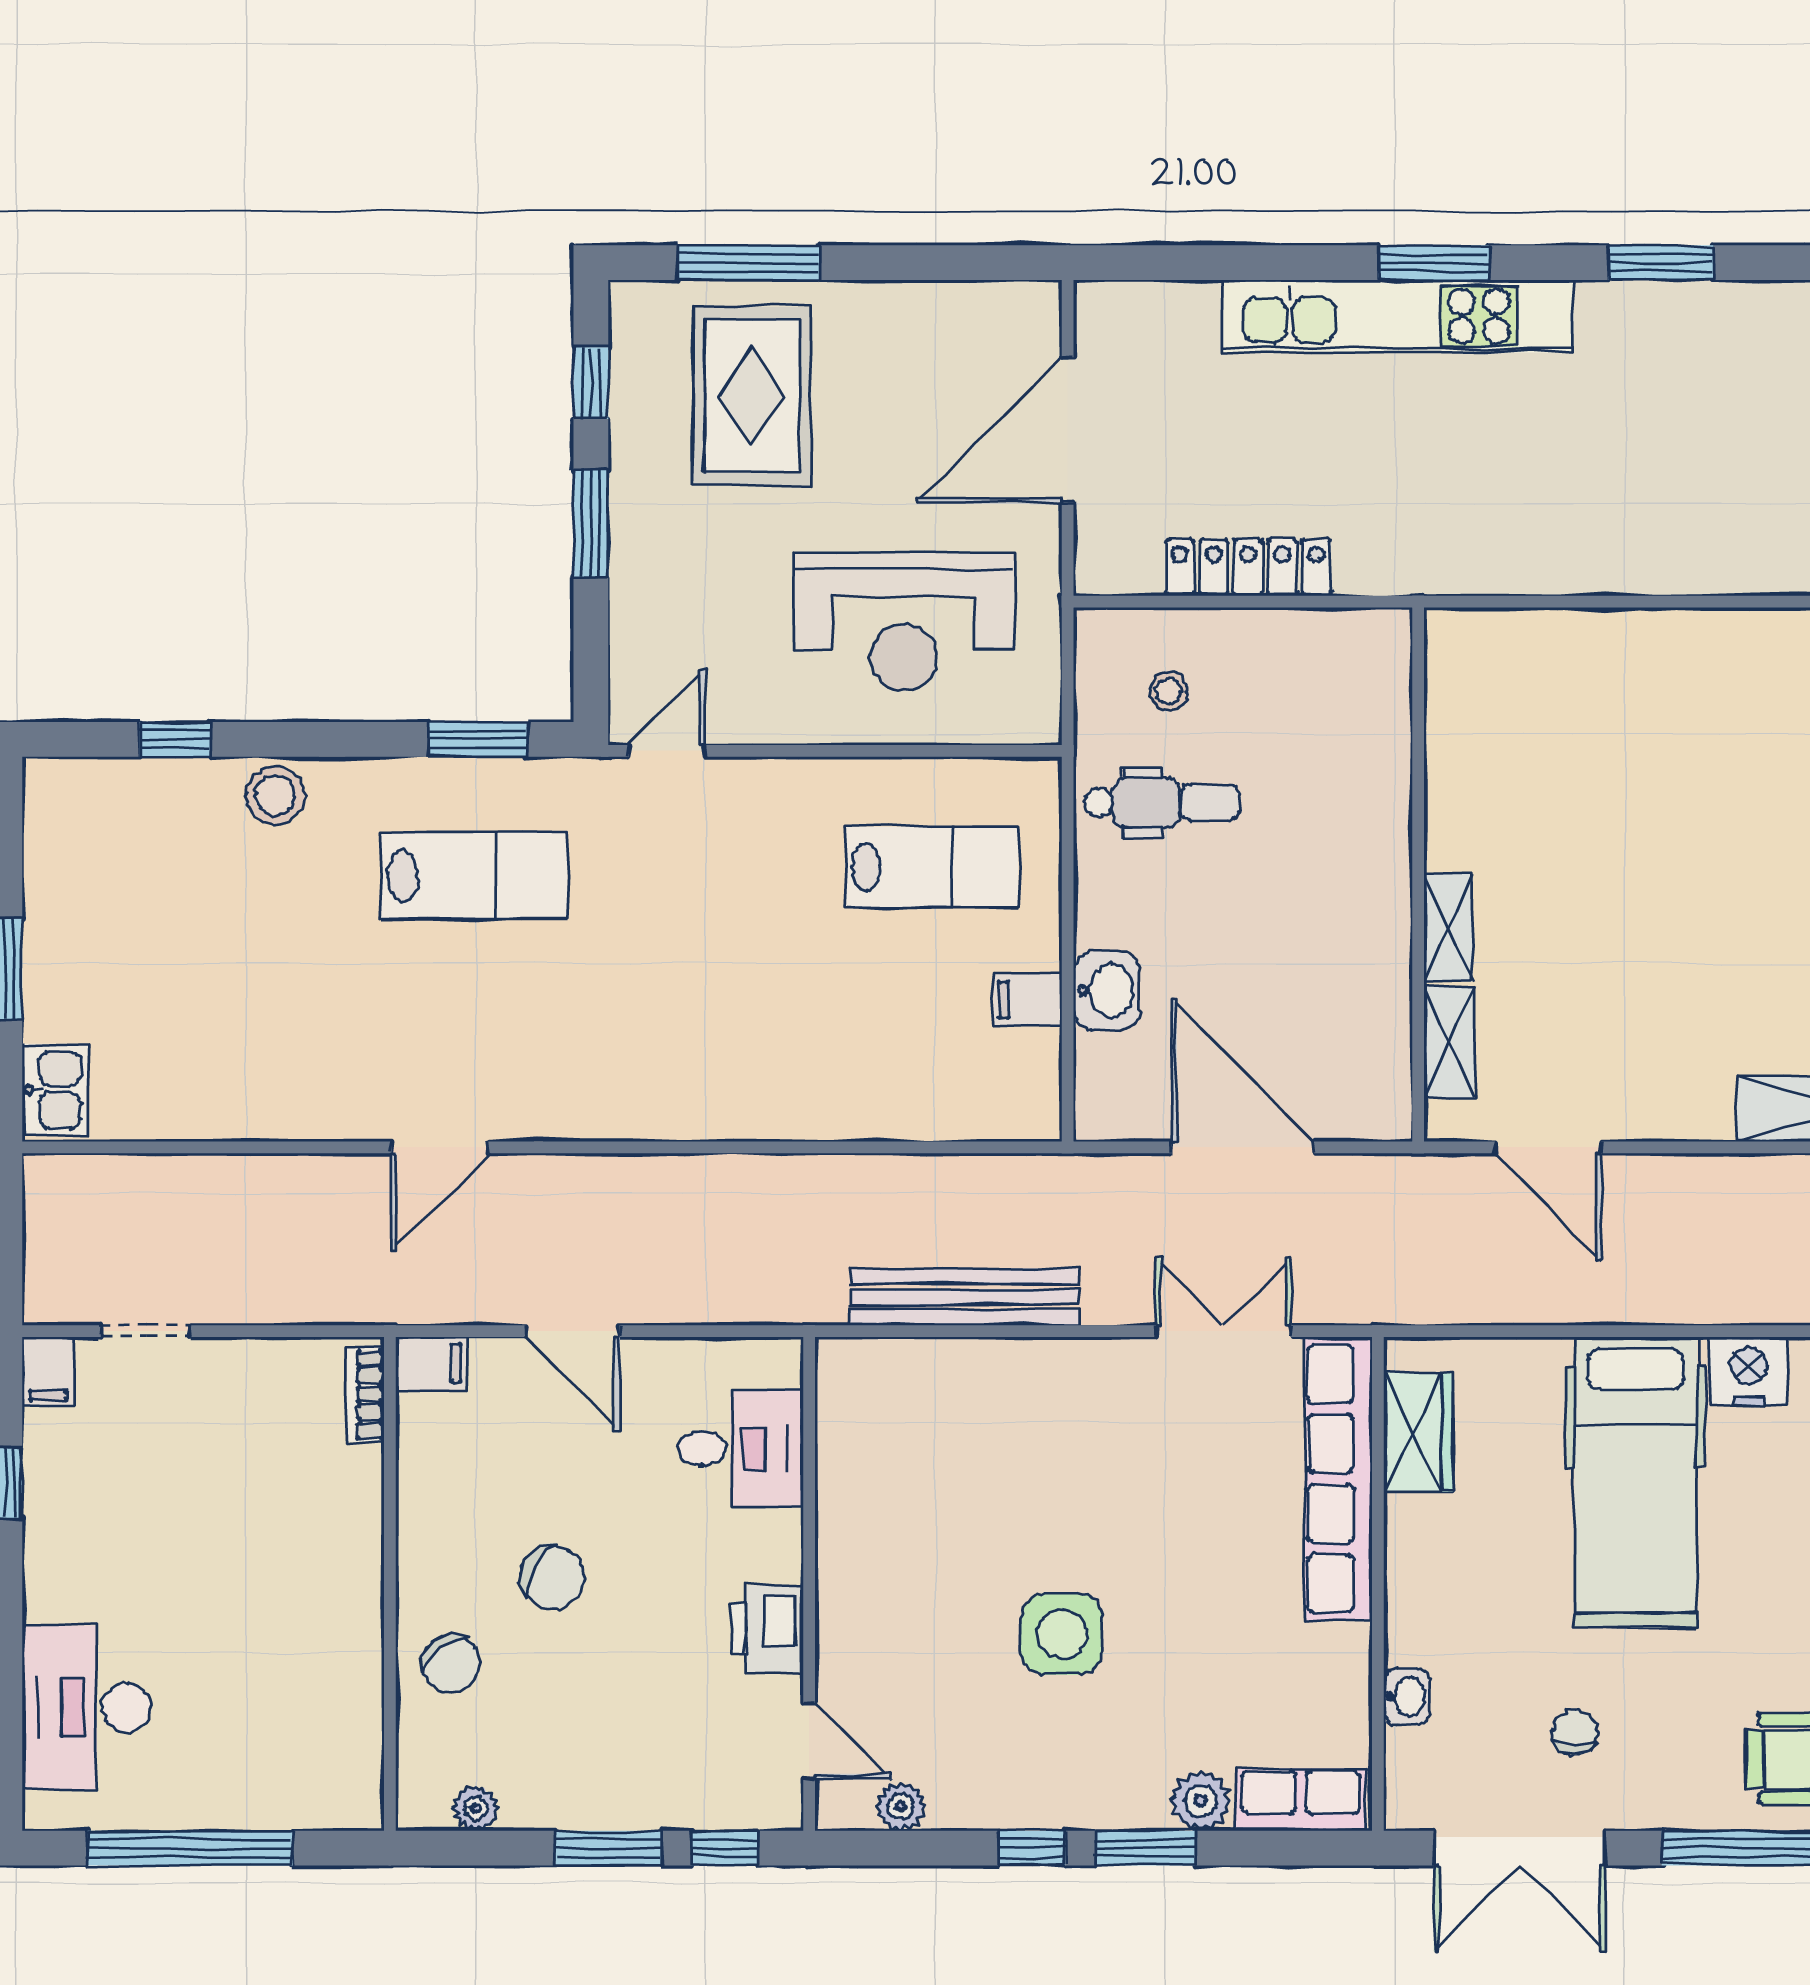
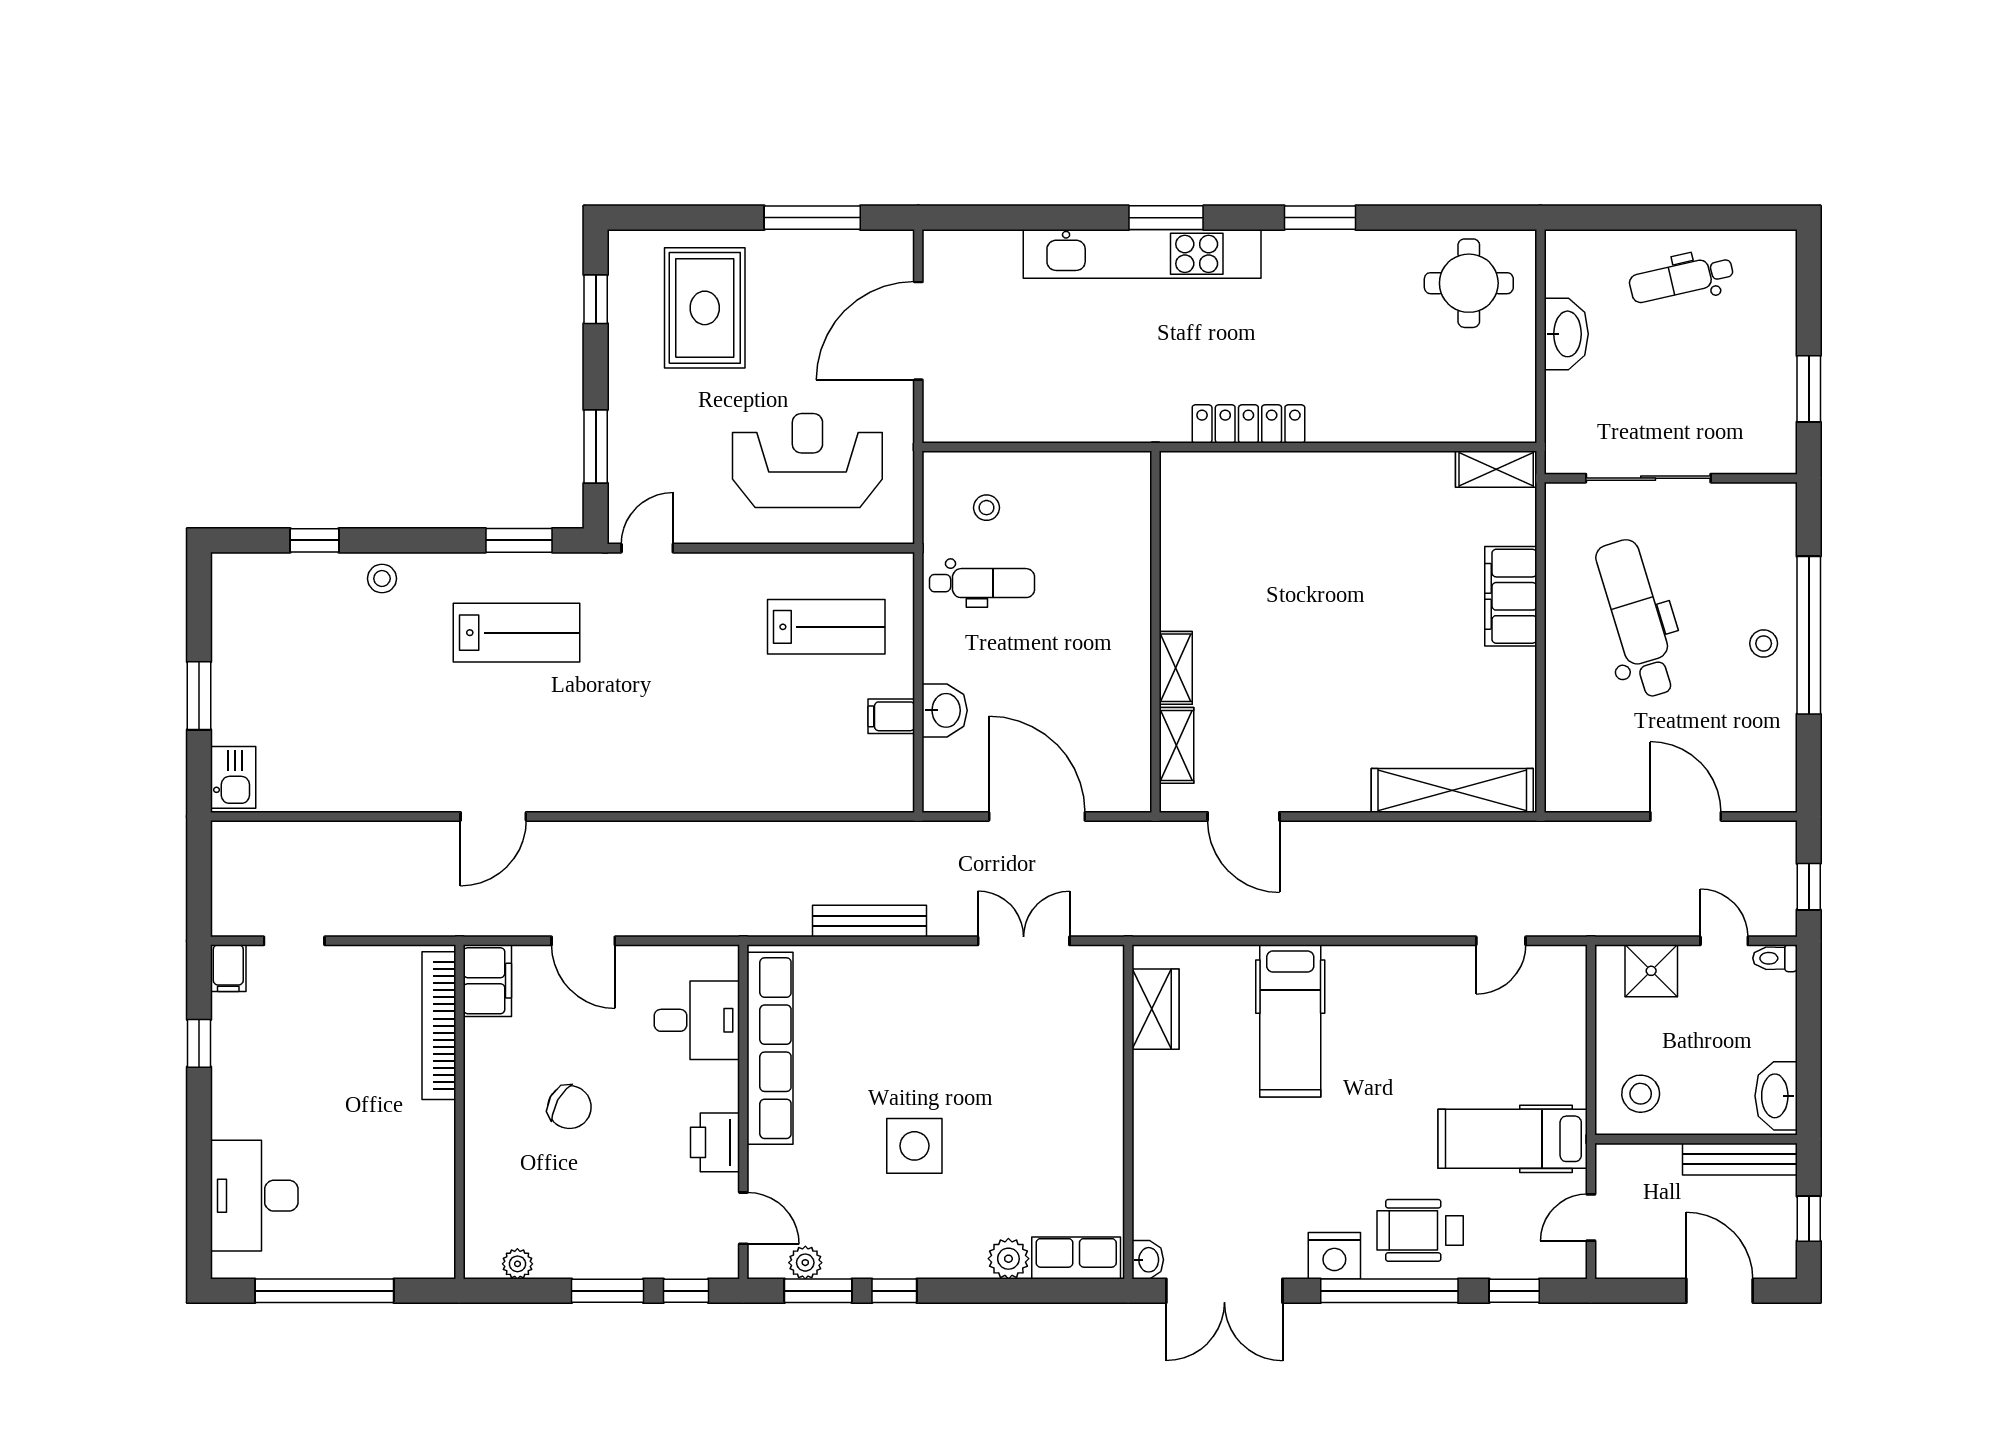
window: (748, 263) -> (812, 218), moved
window: (591, 523) -> (596, 447), moved
locker: (1248, 567) -> (1248, 424), moved
reception desk: (904, 622) -> (807, 461), turned 180
stool: (275, 796) -> (382, 579), width x0.73, depth x0.73
bench: (965, 1297) -> (869, 921), width x0.73, depth x0.82
filing cabinet: (431, 1363) -> (487, 981), width x2.00
nightstand: (1749, 1371) -> (1334, 1256), moved, turned 180
bookcase: (365, 1394) -> (439, 1026), width x2.31, depth x1.31
row of seats: (1338, 1479) -> (770, 1048), moved, turned 180
hospital bed: (1636, 1482) -> (1290, 1021), width x0.73, depth x0.78
chair: (451, 1664) -> (501, 1166), removed
washbasin: (1407, 1697) -> (1148, 1260), moved
chair: (1575, 1732) -> (1261, 1212), removed
window: (1145, 1848) -> (818, 1291), moved

